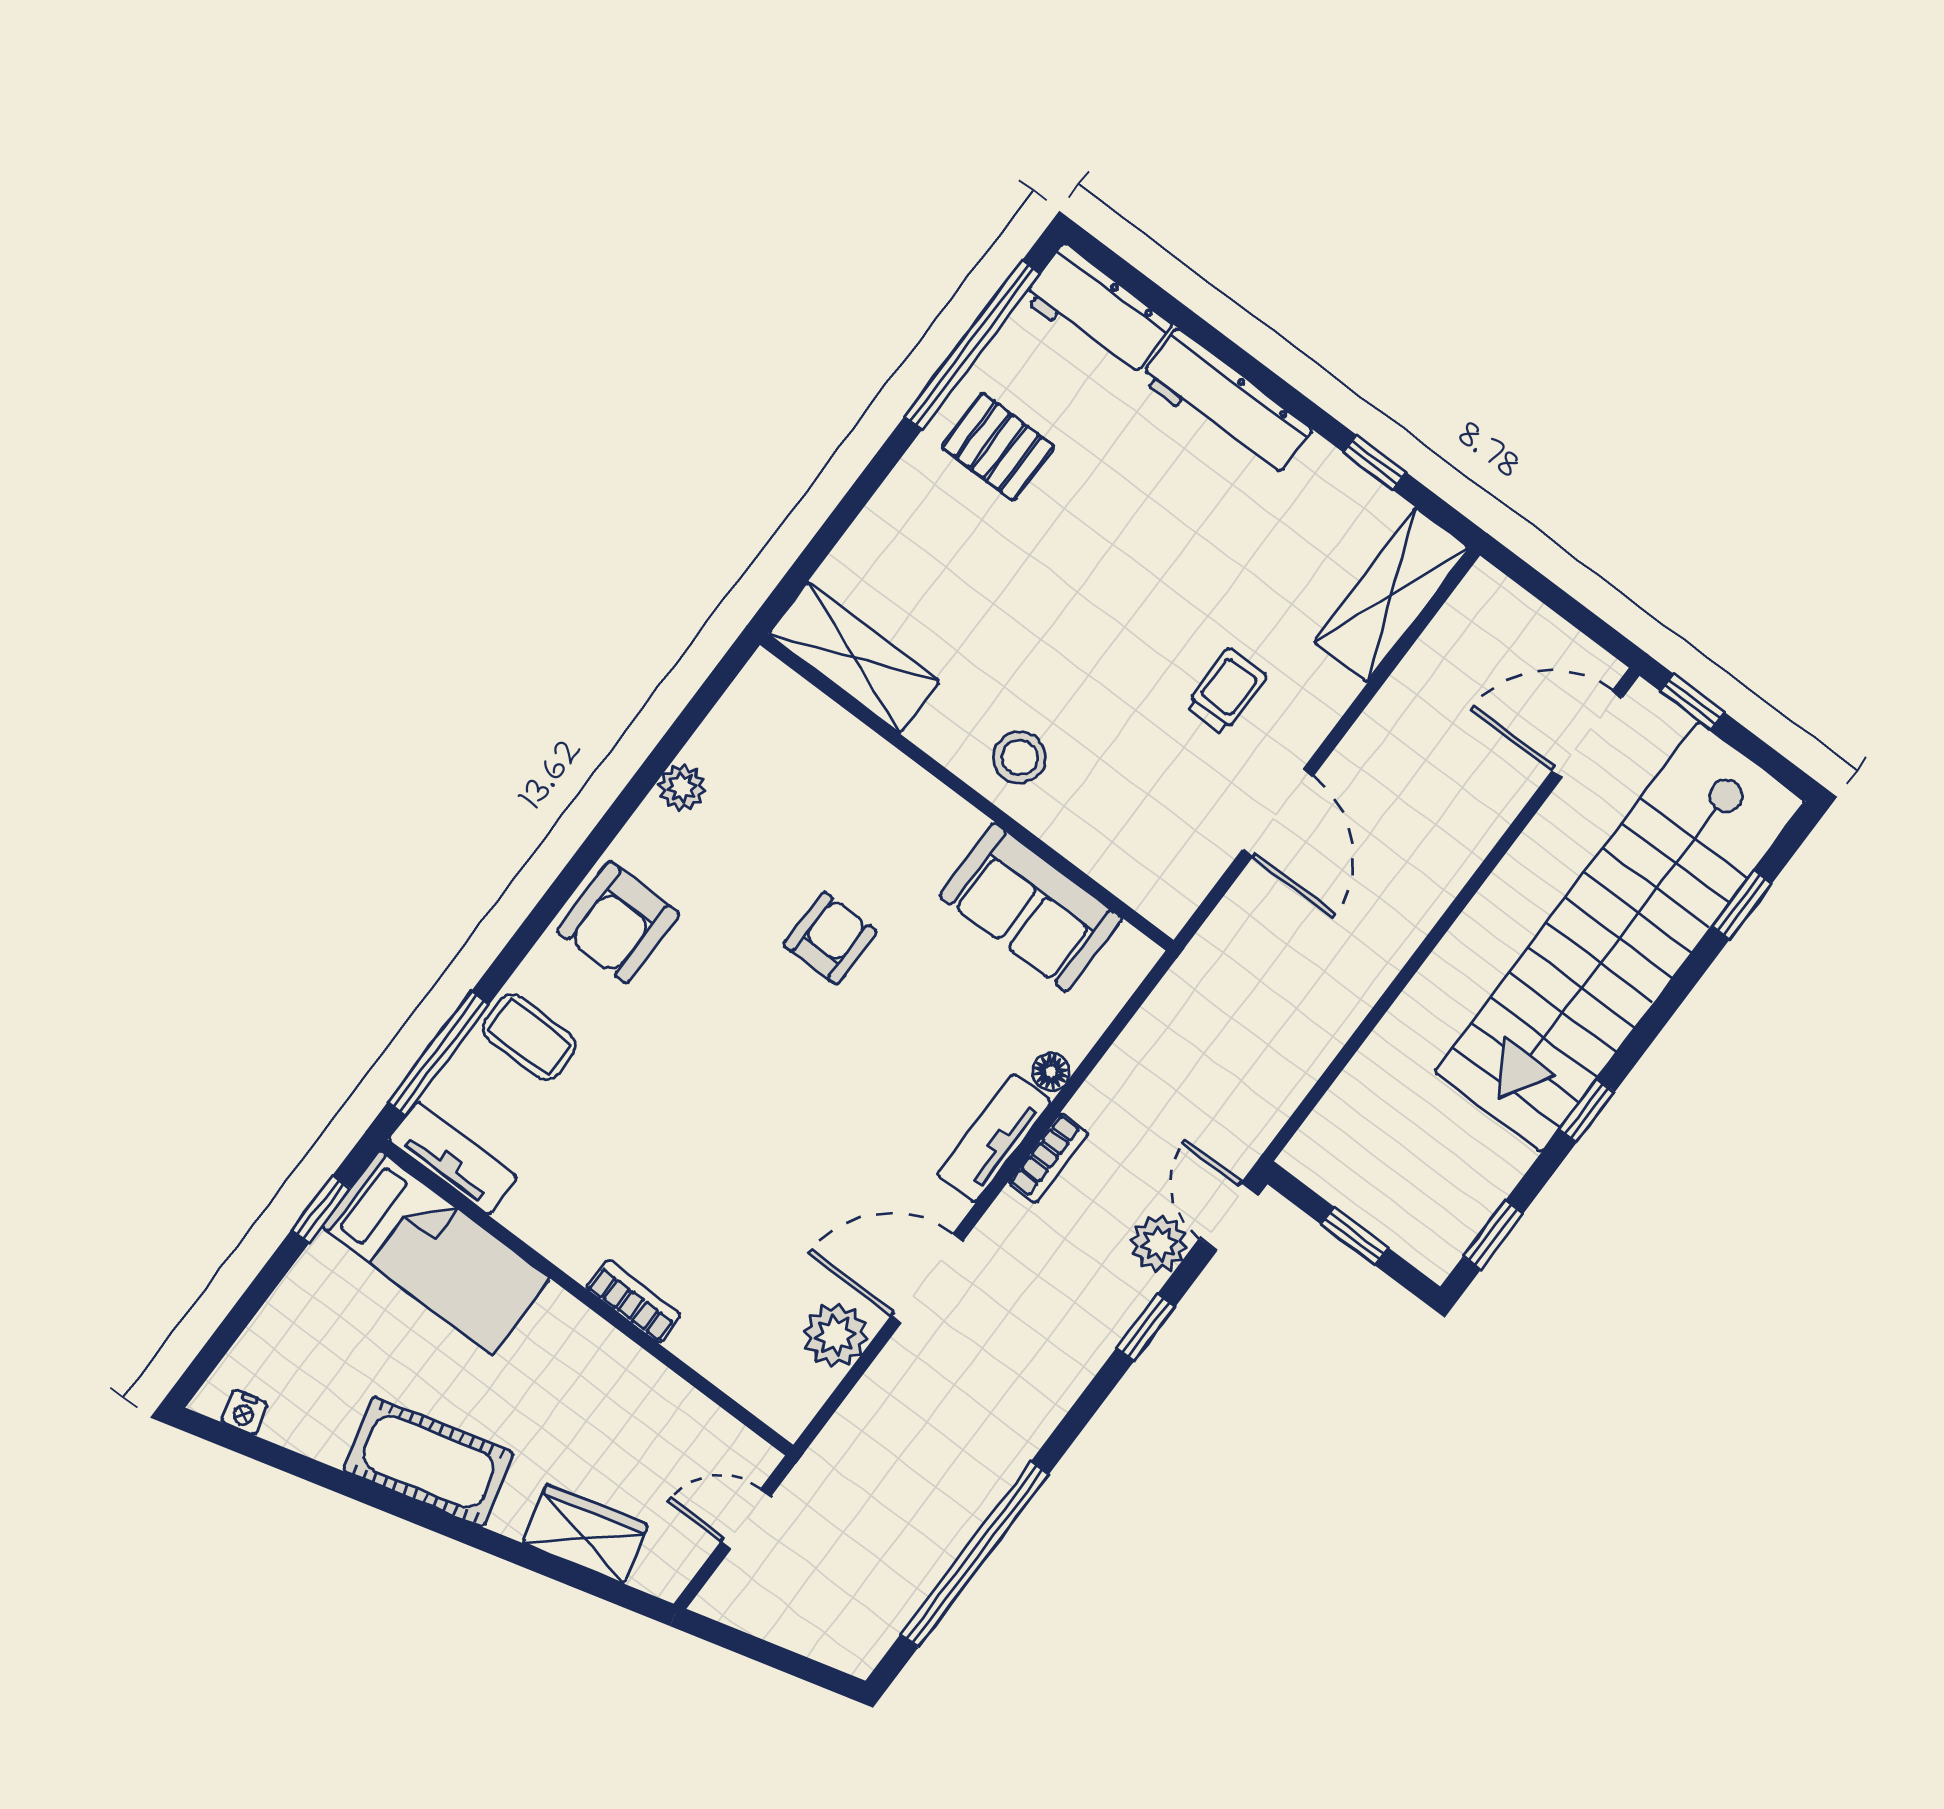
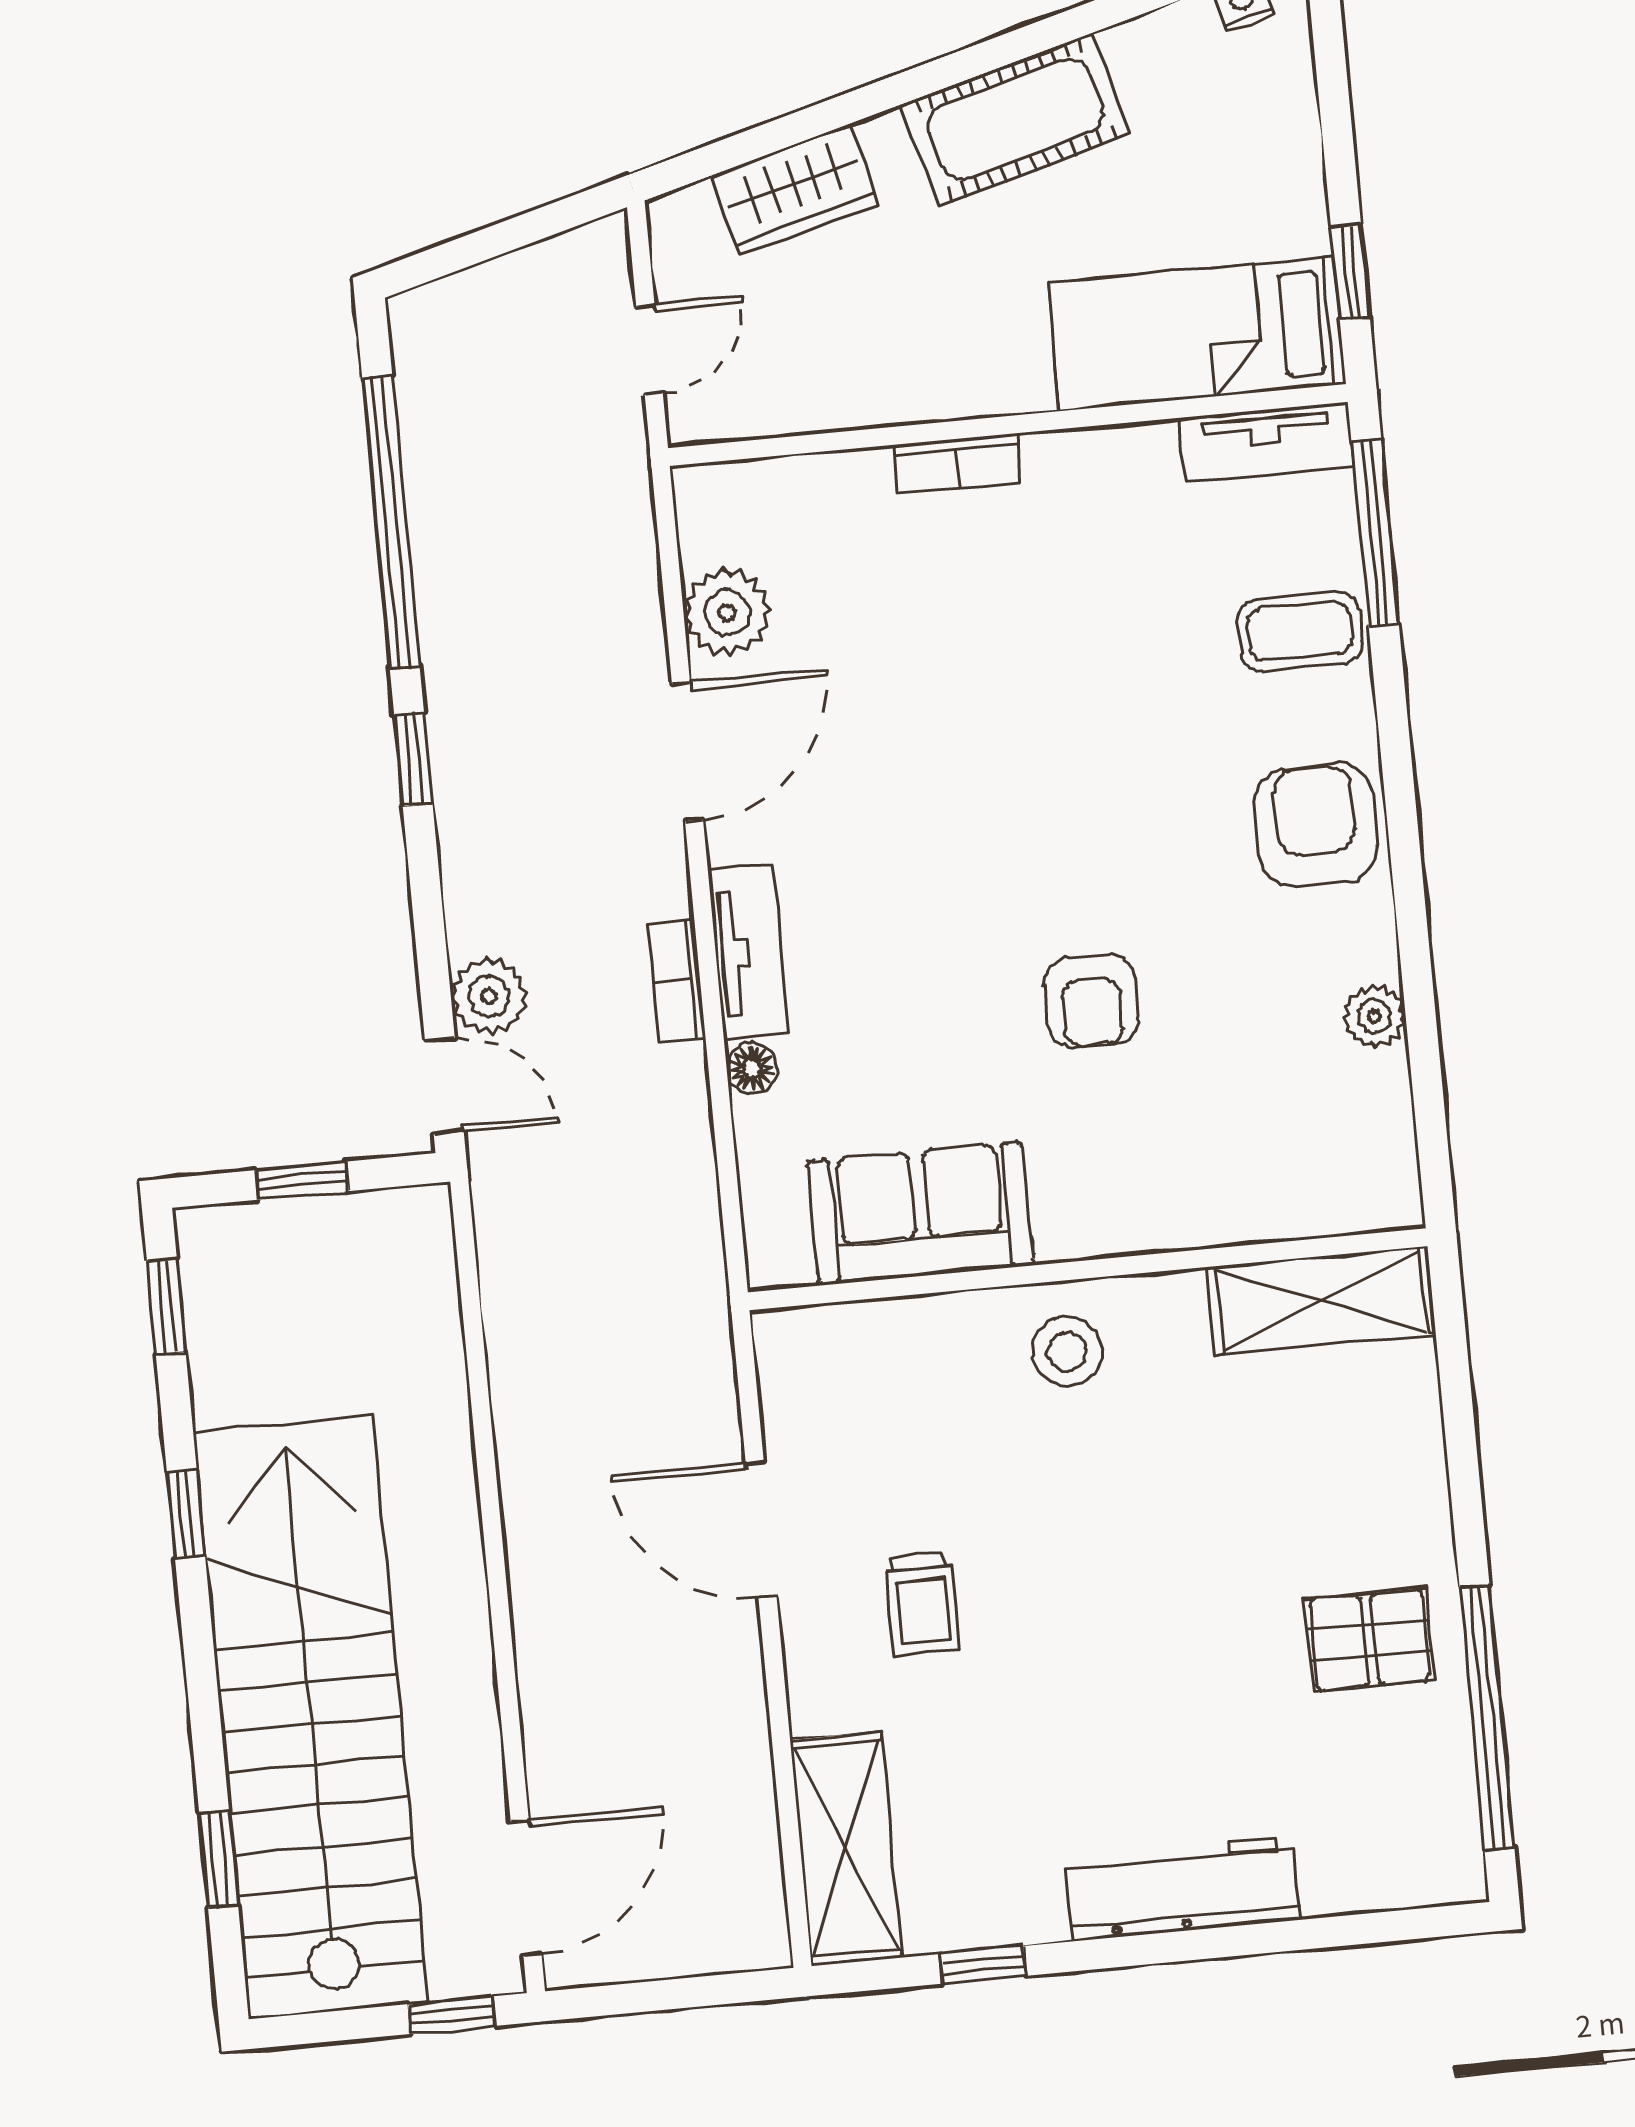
workbench: (1097, 311) -> (1394, 1863), removed
window: (1146, 1327) -> (413, 759), moved

